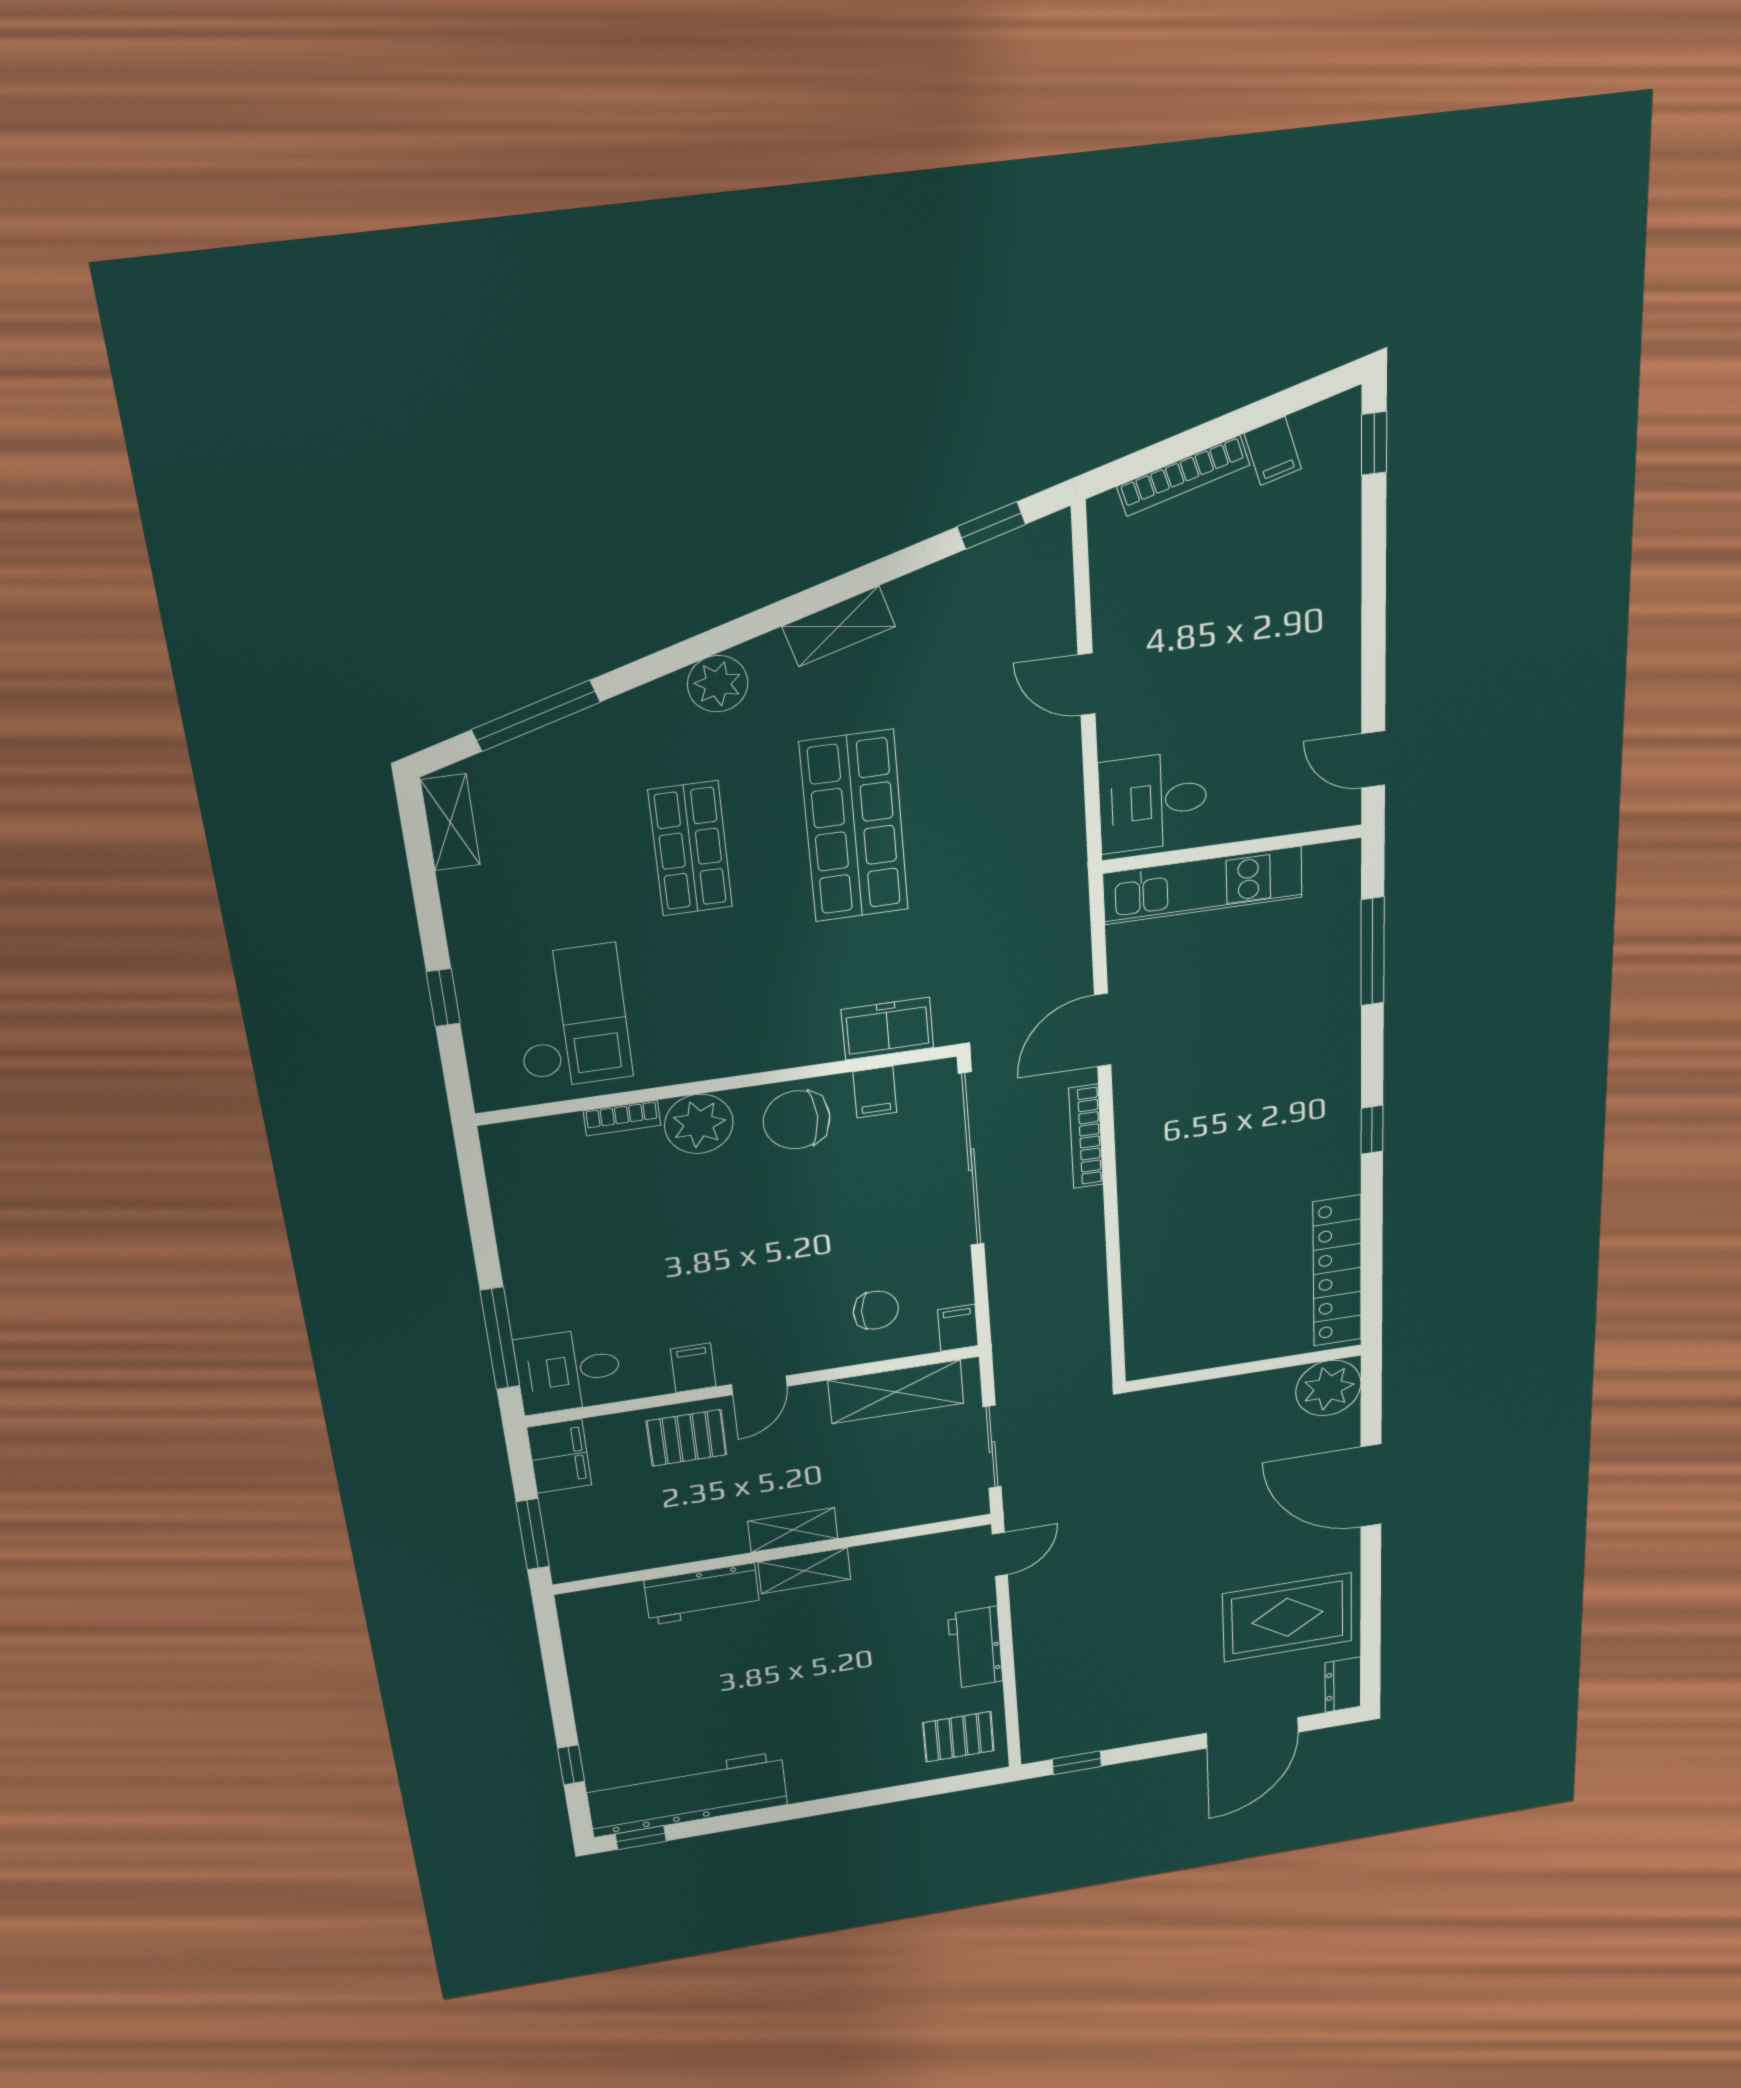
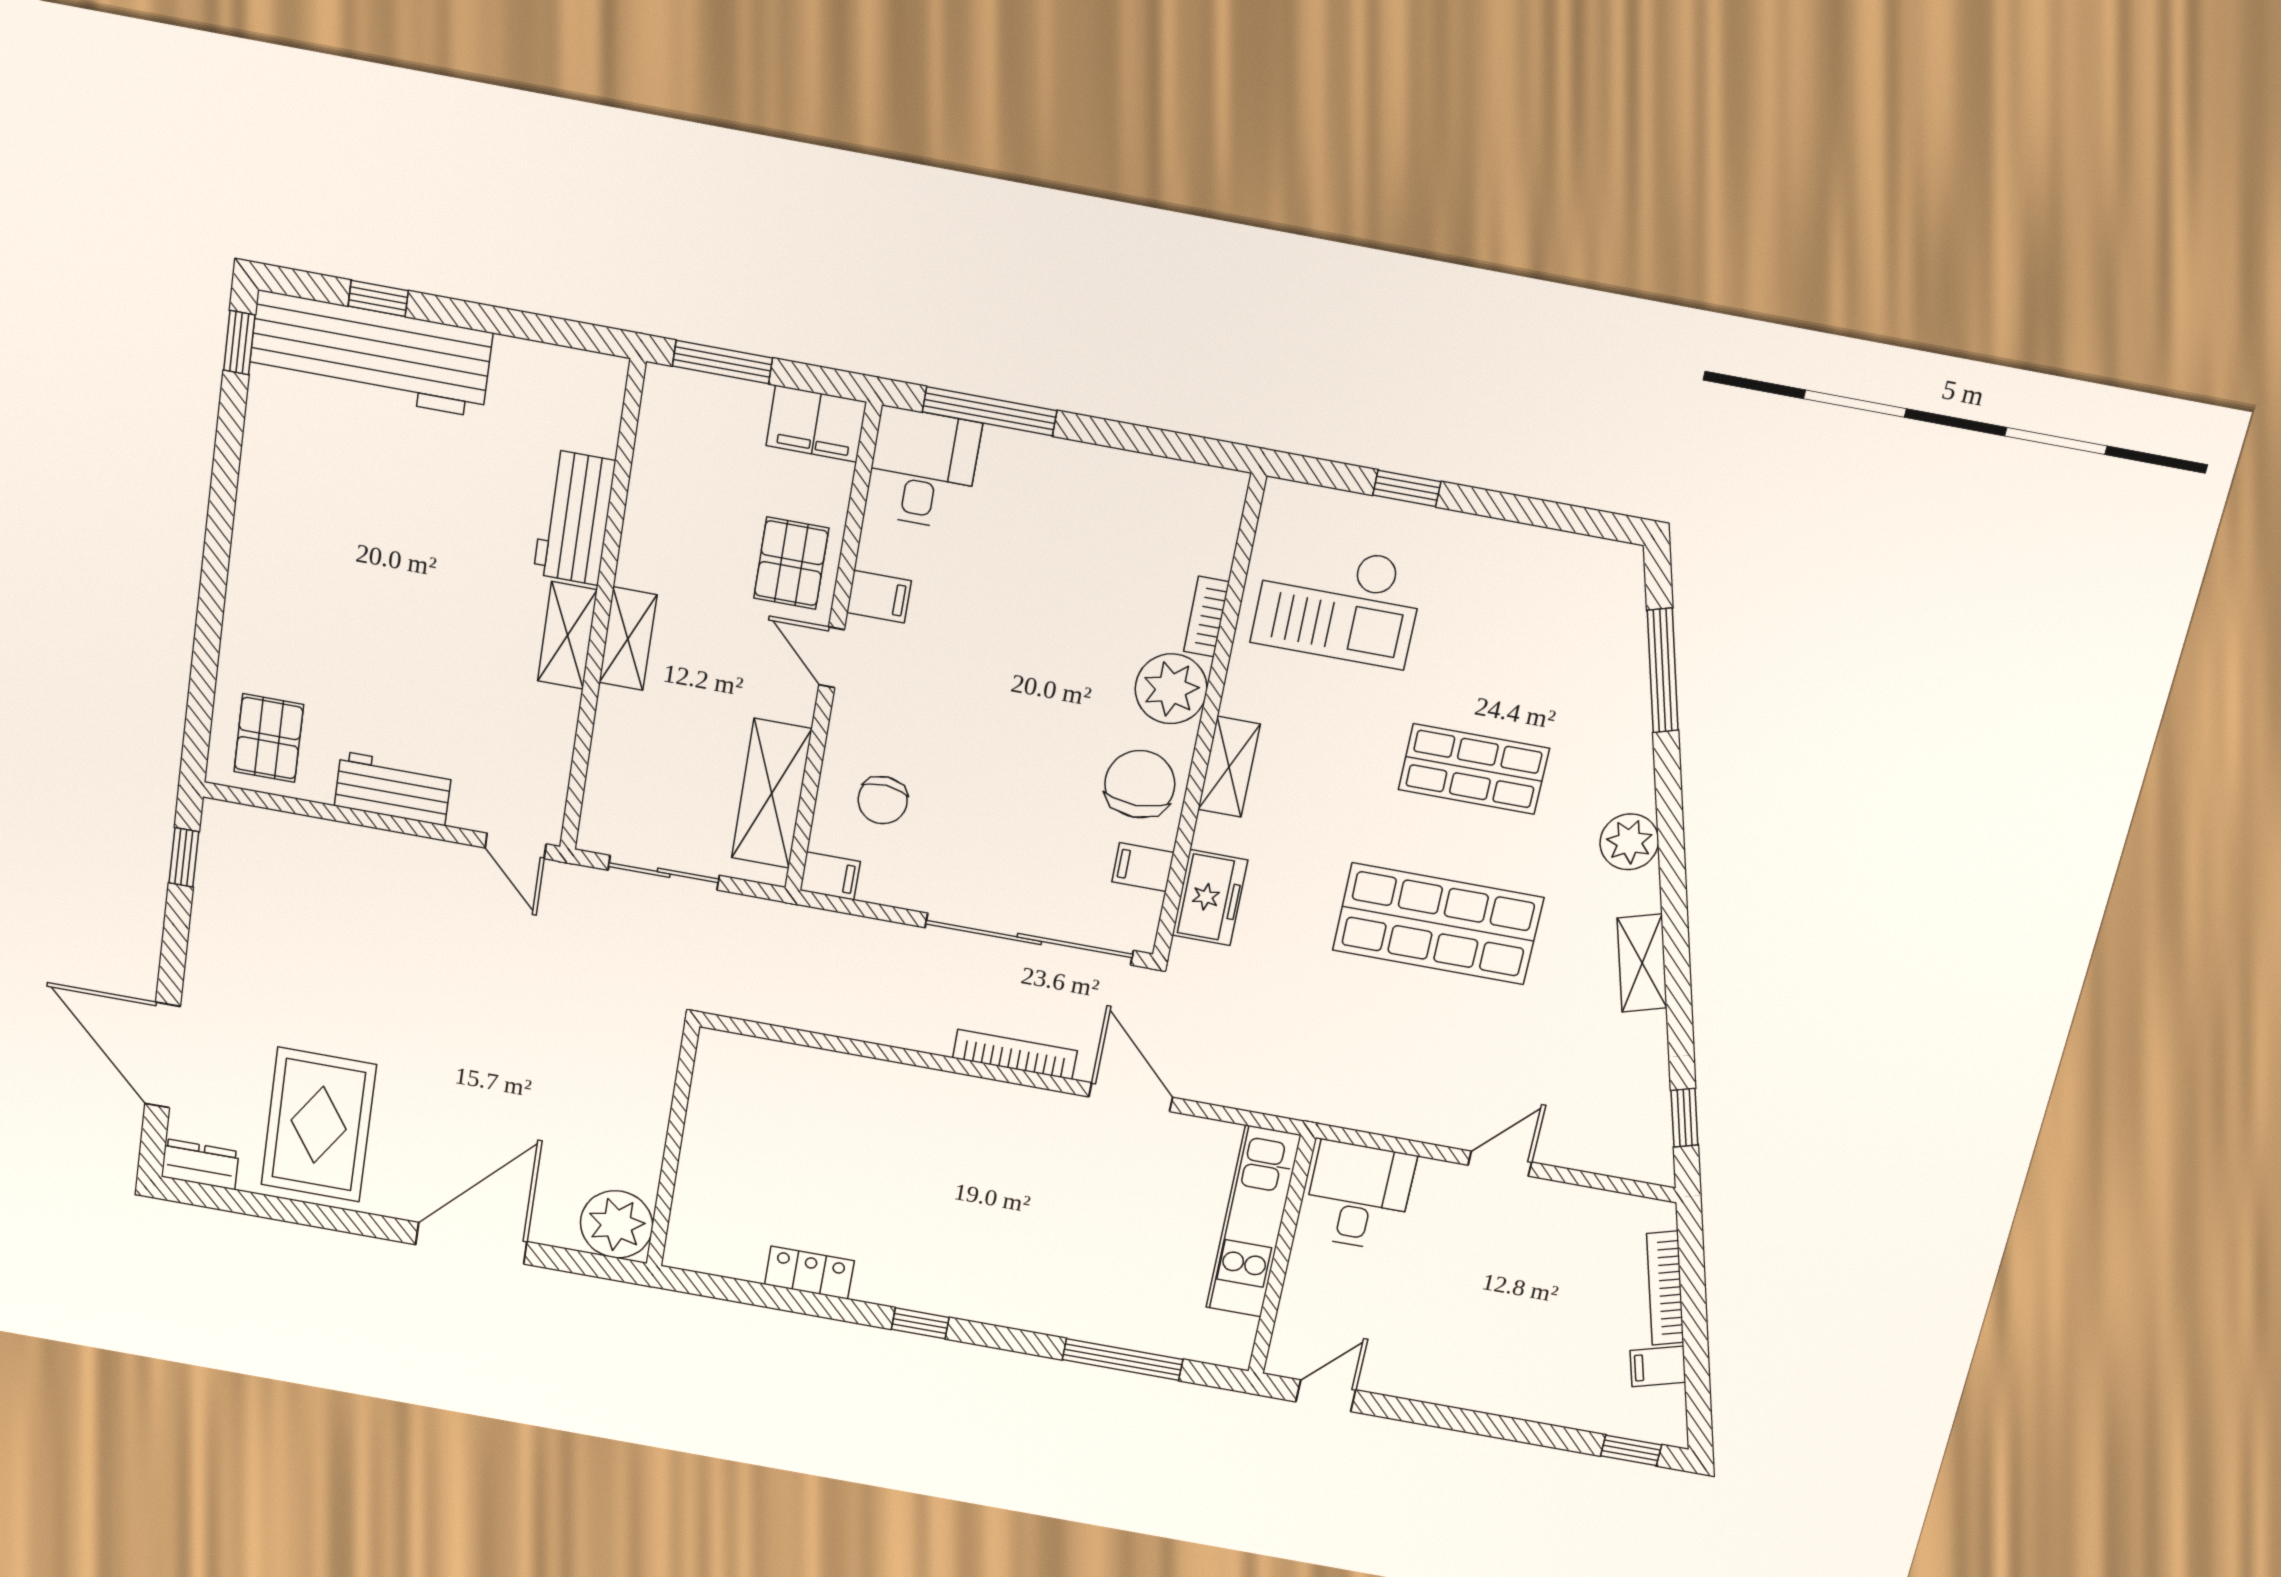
shelving: (450, 822) -> (1229, 767), moved, turned 90
locker: (1337, 1271) -> (809, 1273), width x0.46, depth x0.83
workbench: (687, 1794) -> (370, 354), moved, turned 90

